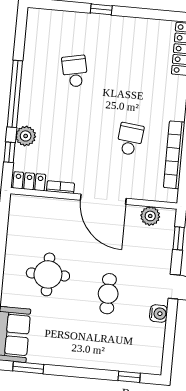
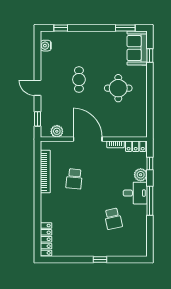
window: (15, 94) -> (150, 201), width x0.68
desk: (37, 108) -> (135, 193), added
water cooler: (159, 313) -> (46, 46), moved

